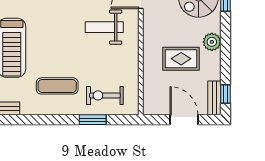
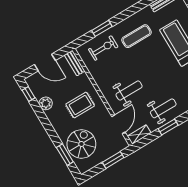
plant: (212, 42) -> (46, 103), moved
rug: (181, 59) -> (80, 105), moved
bench: (214, 98) -> (75, 63), moved

